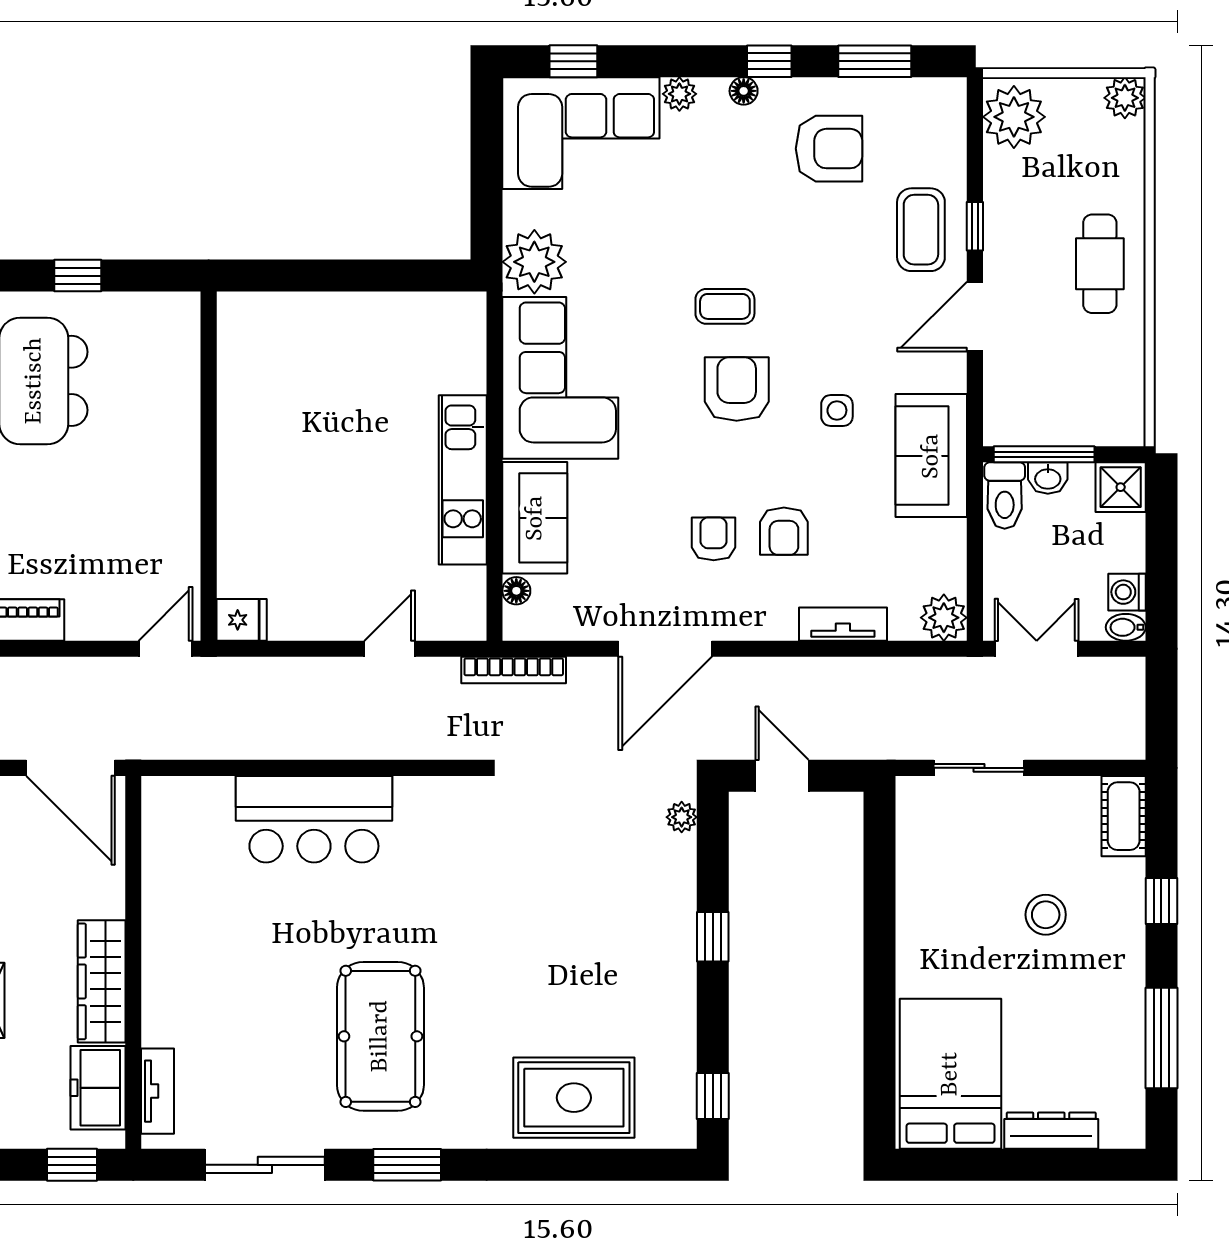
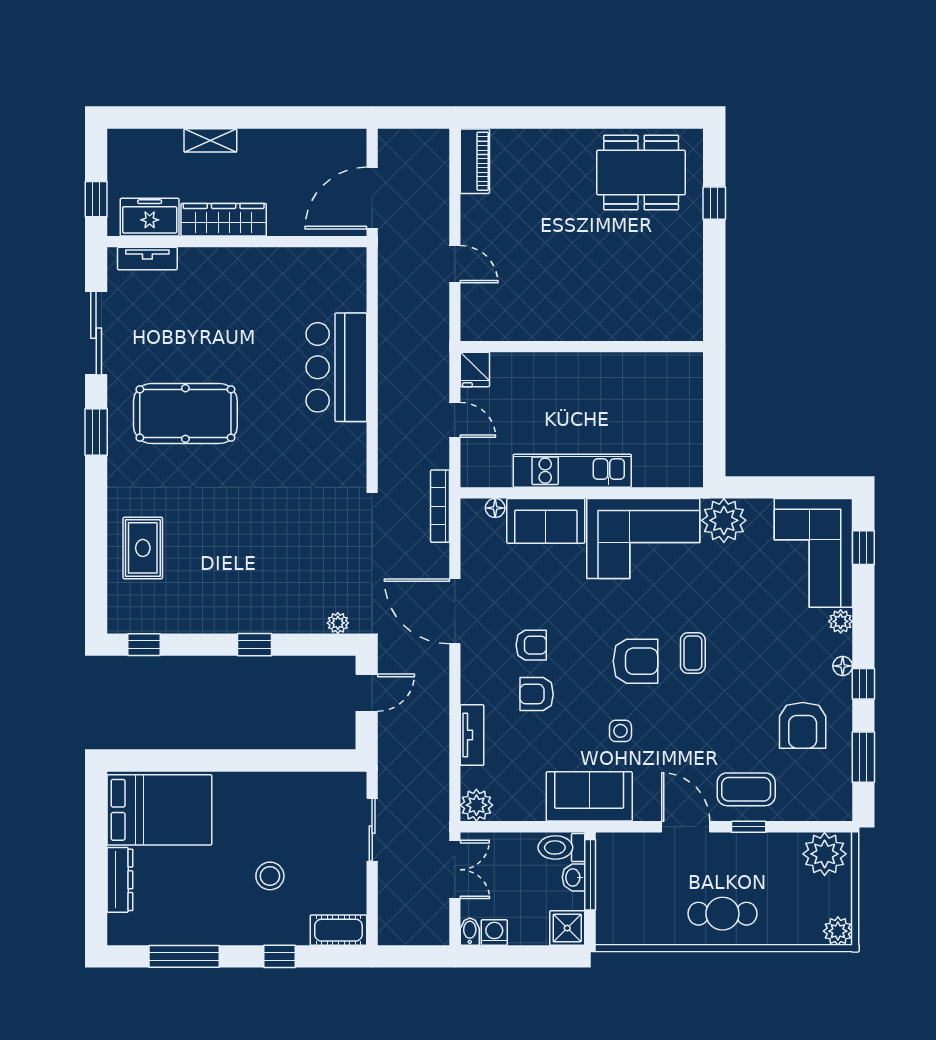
wall: (209, 466) -> (582, 347), moved
fridge: (242, 620) -> (475, 369), moved
rug: (574, 1098) -> (143, 548), width x0.73, depth x0.70

